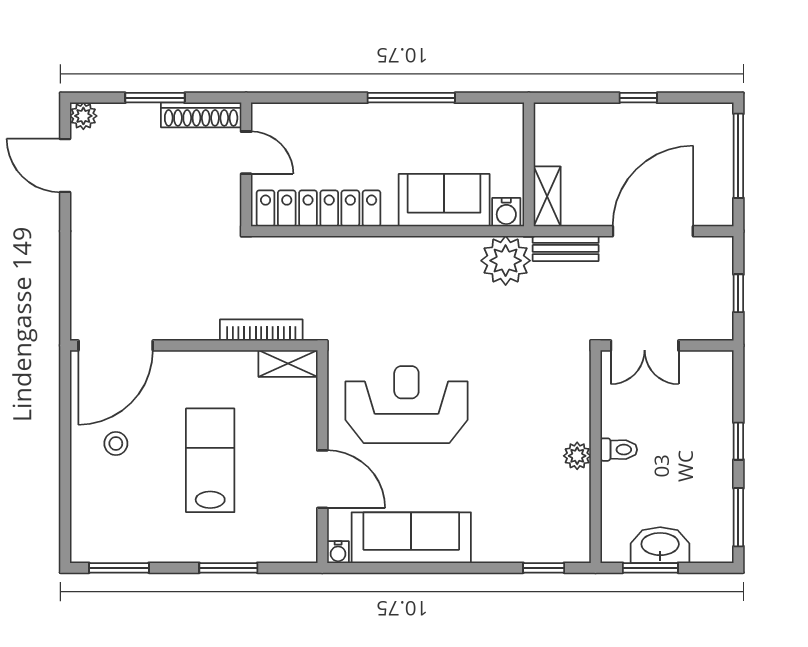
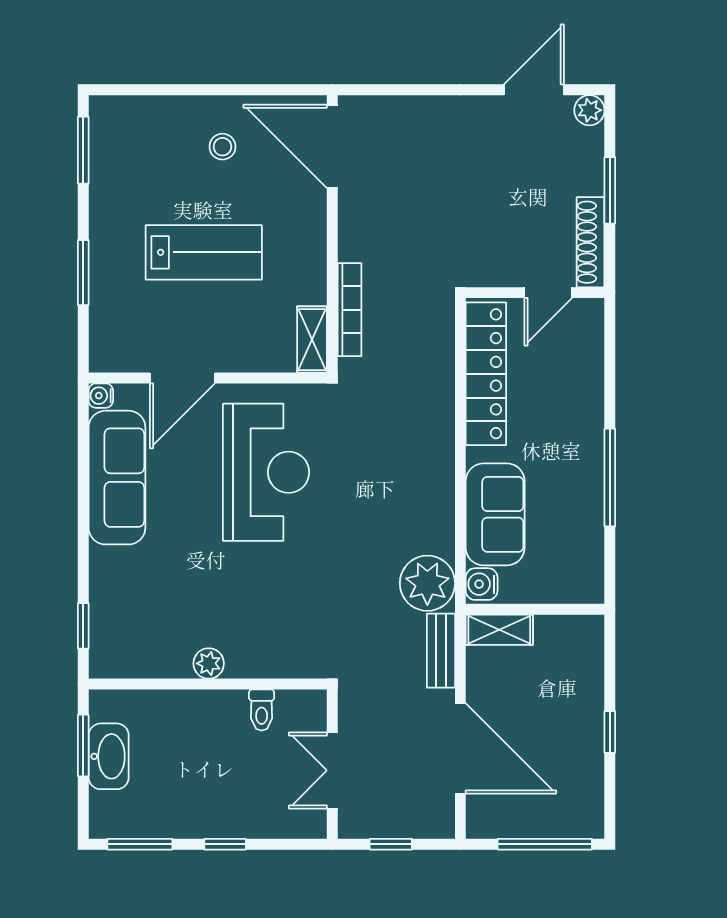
double door: (645, 345) -> (332, 770), moved
toilet: (619, 450) -> (262, 710), moved

